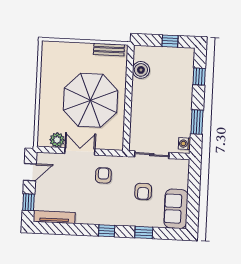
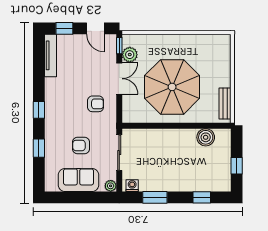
window: (48, 150) -> (119, 46), added
plant: (184, 165) -> (111, 186), added
sofa: (176, 209) -> (79, 180), moved

